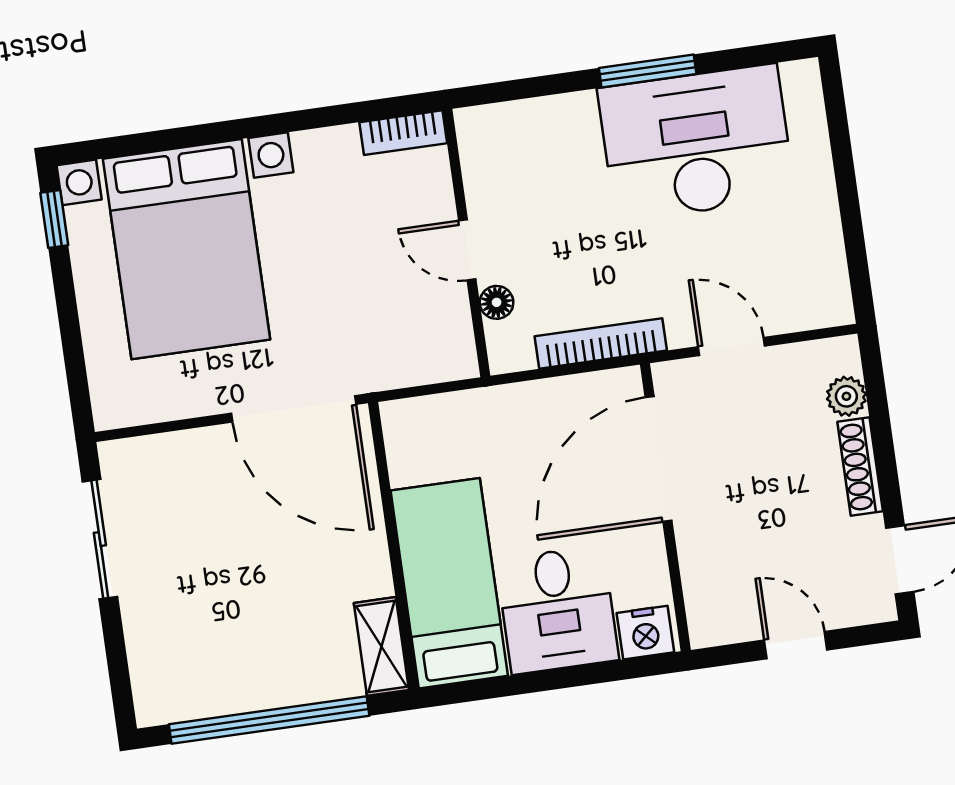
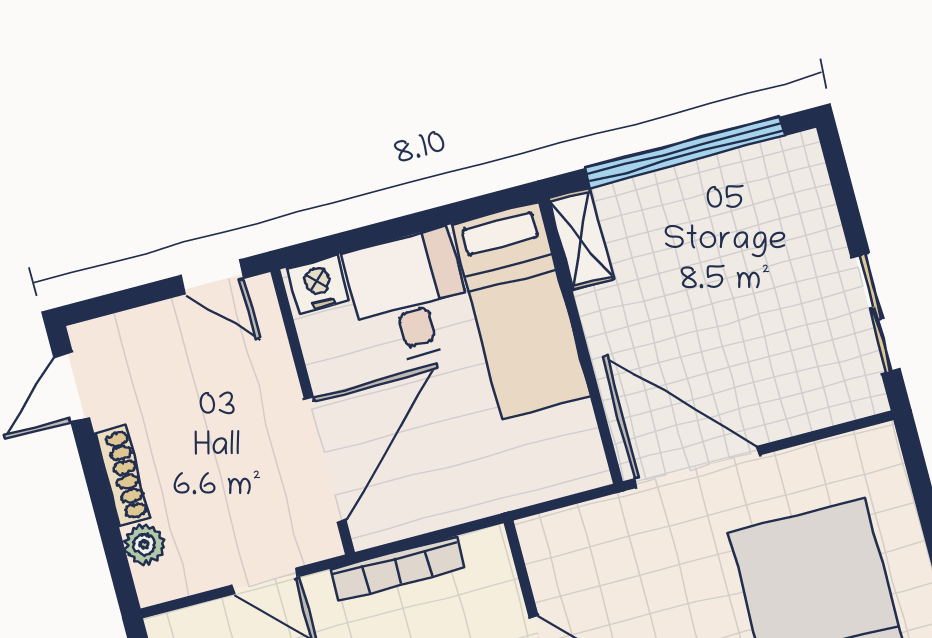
floor lamp: (497, 302) -> (506, 597), removed
door: (796, 645) -> (212, 277), moved

